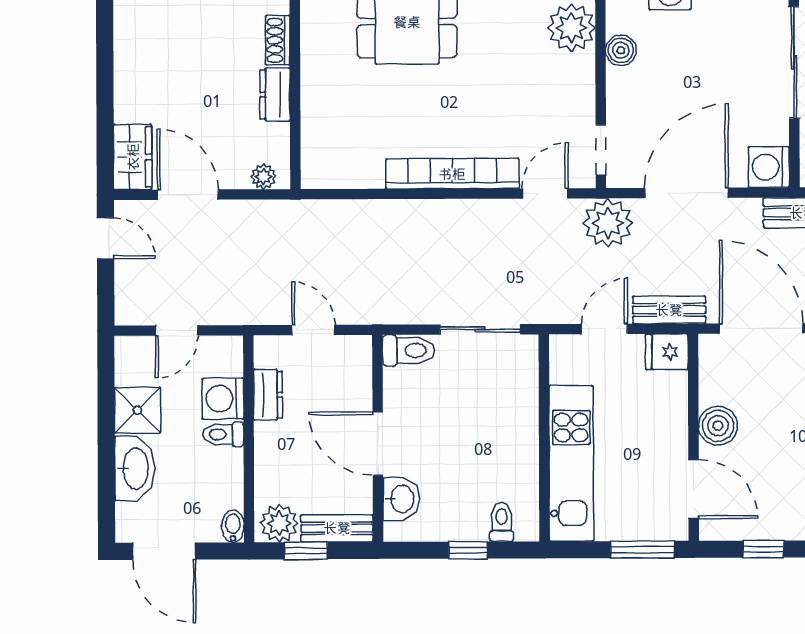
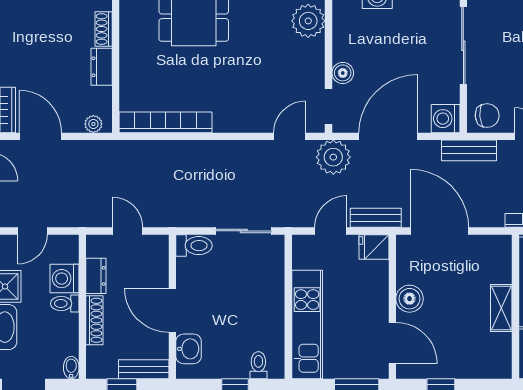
boiler: (621, 50) -> (343, 73), moved
bookcase: (452, 174) -> (165, 122), moved
shoe rack: (266, 458) -> (94, 320), added
plant: (279, 523) -> (103, 366), removed

